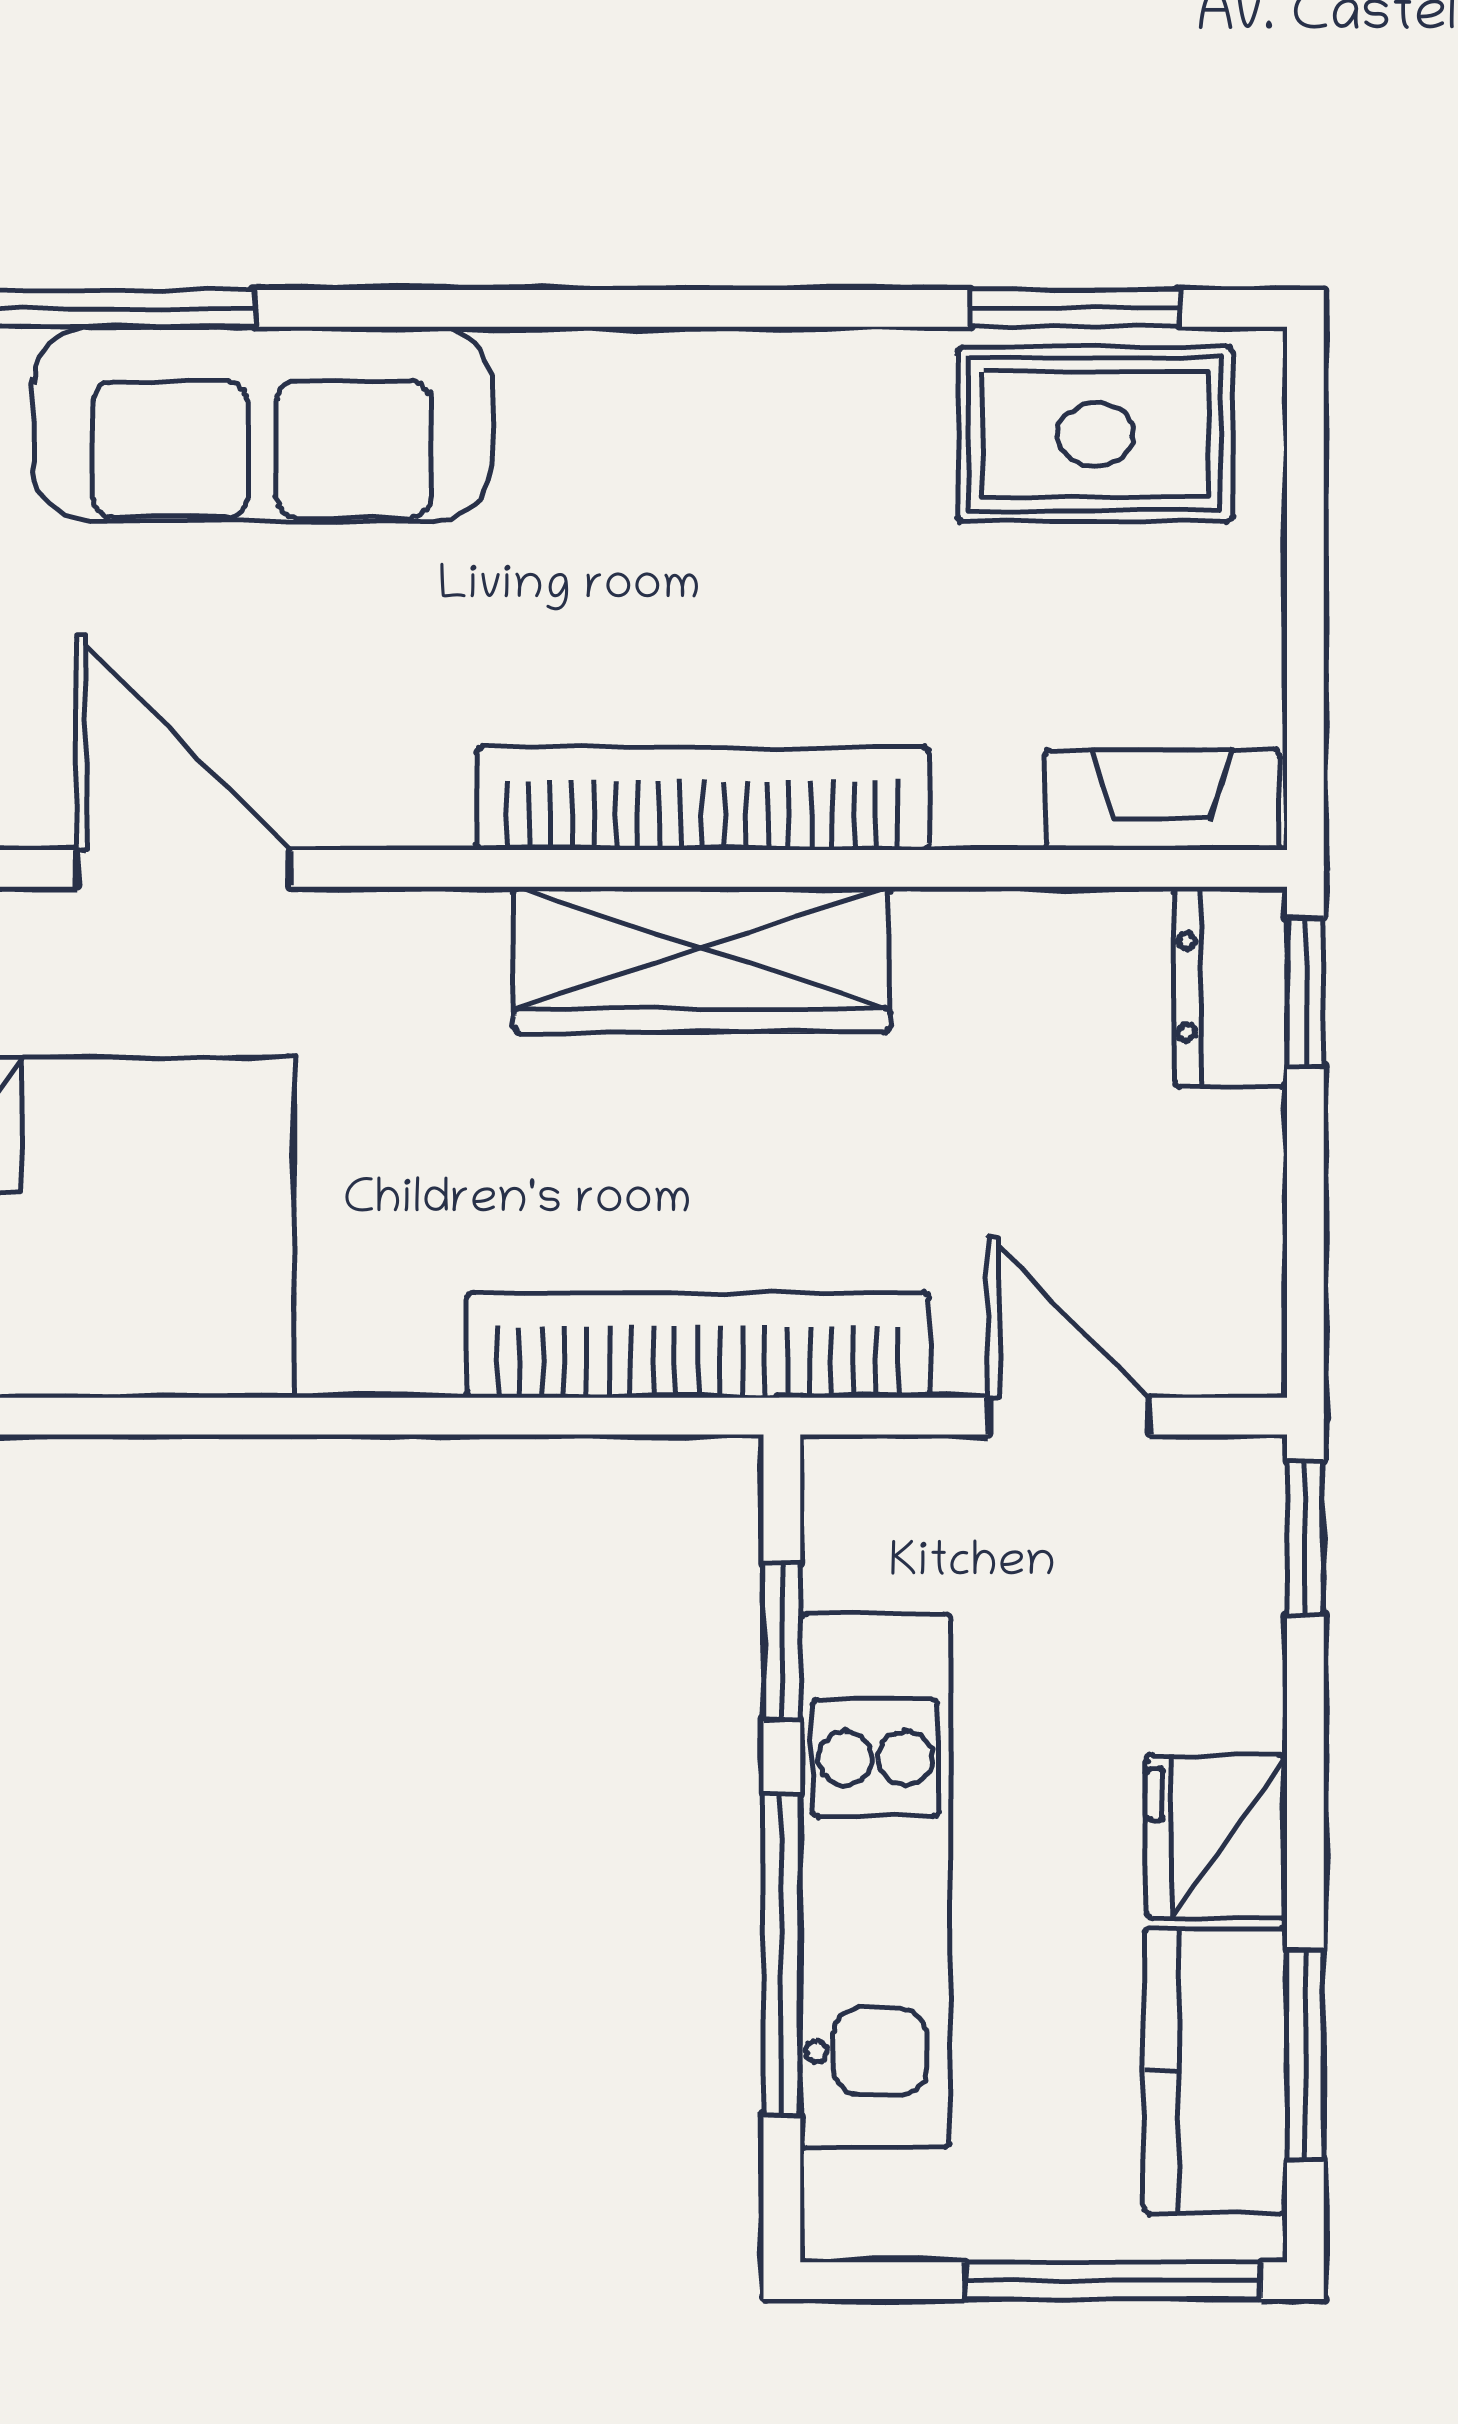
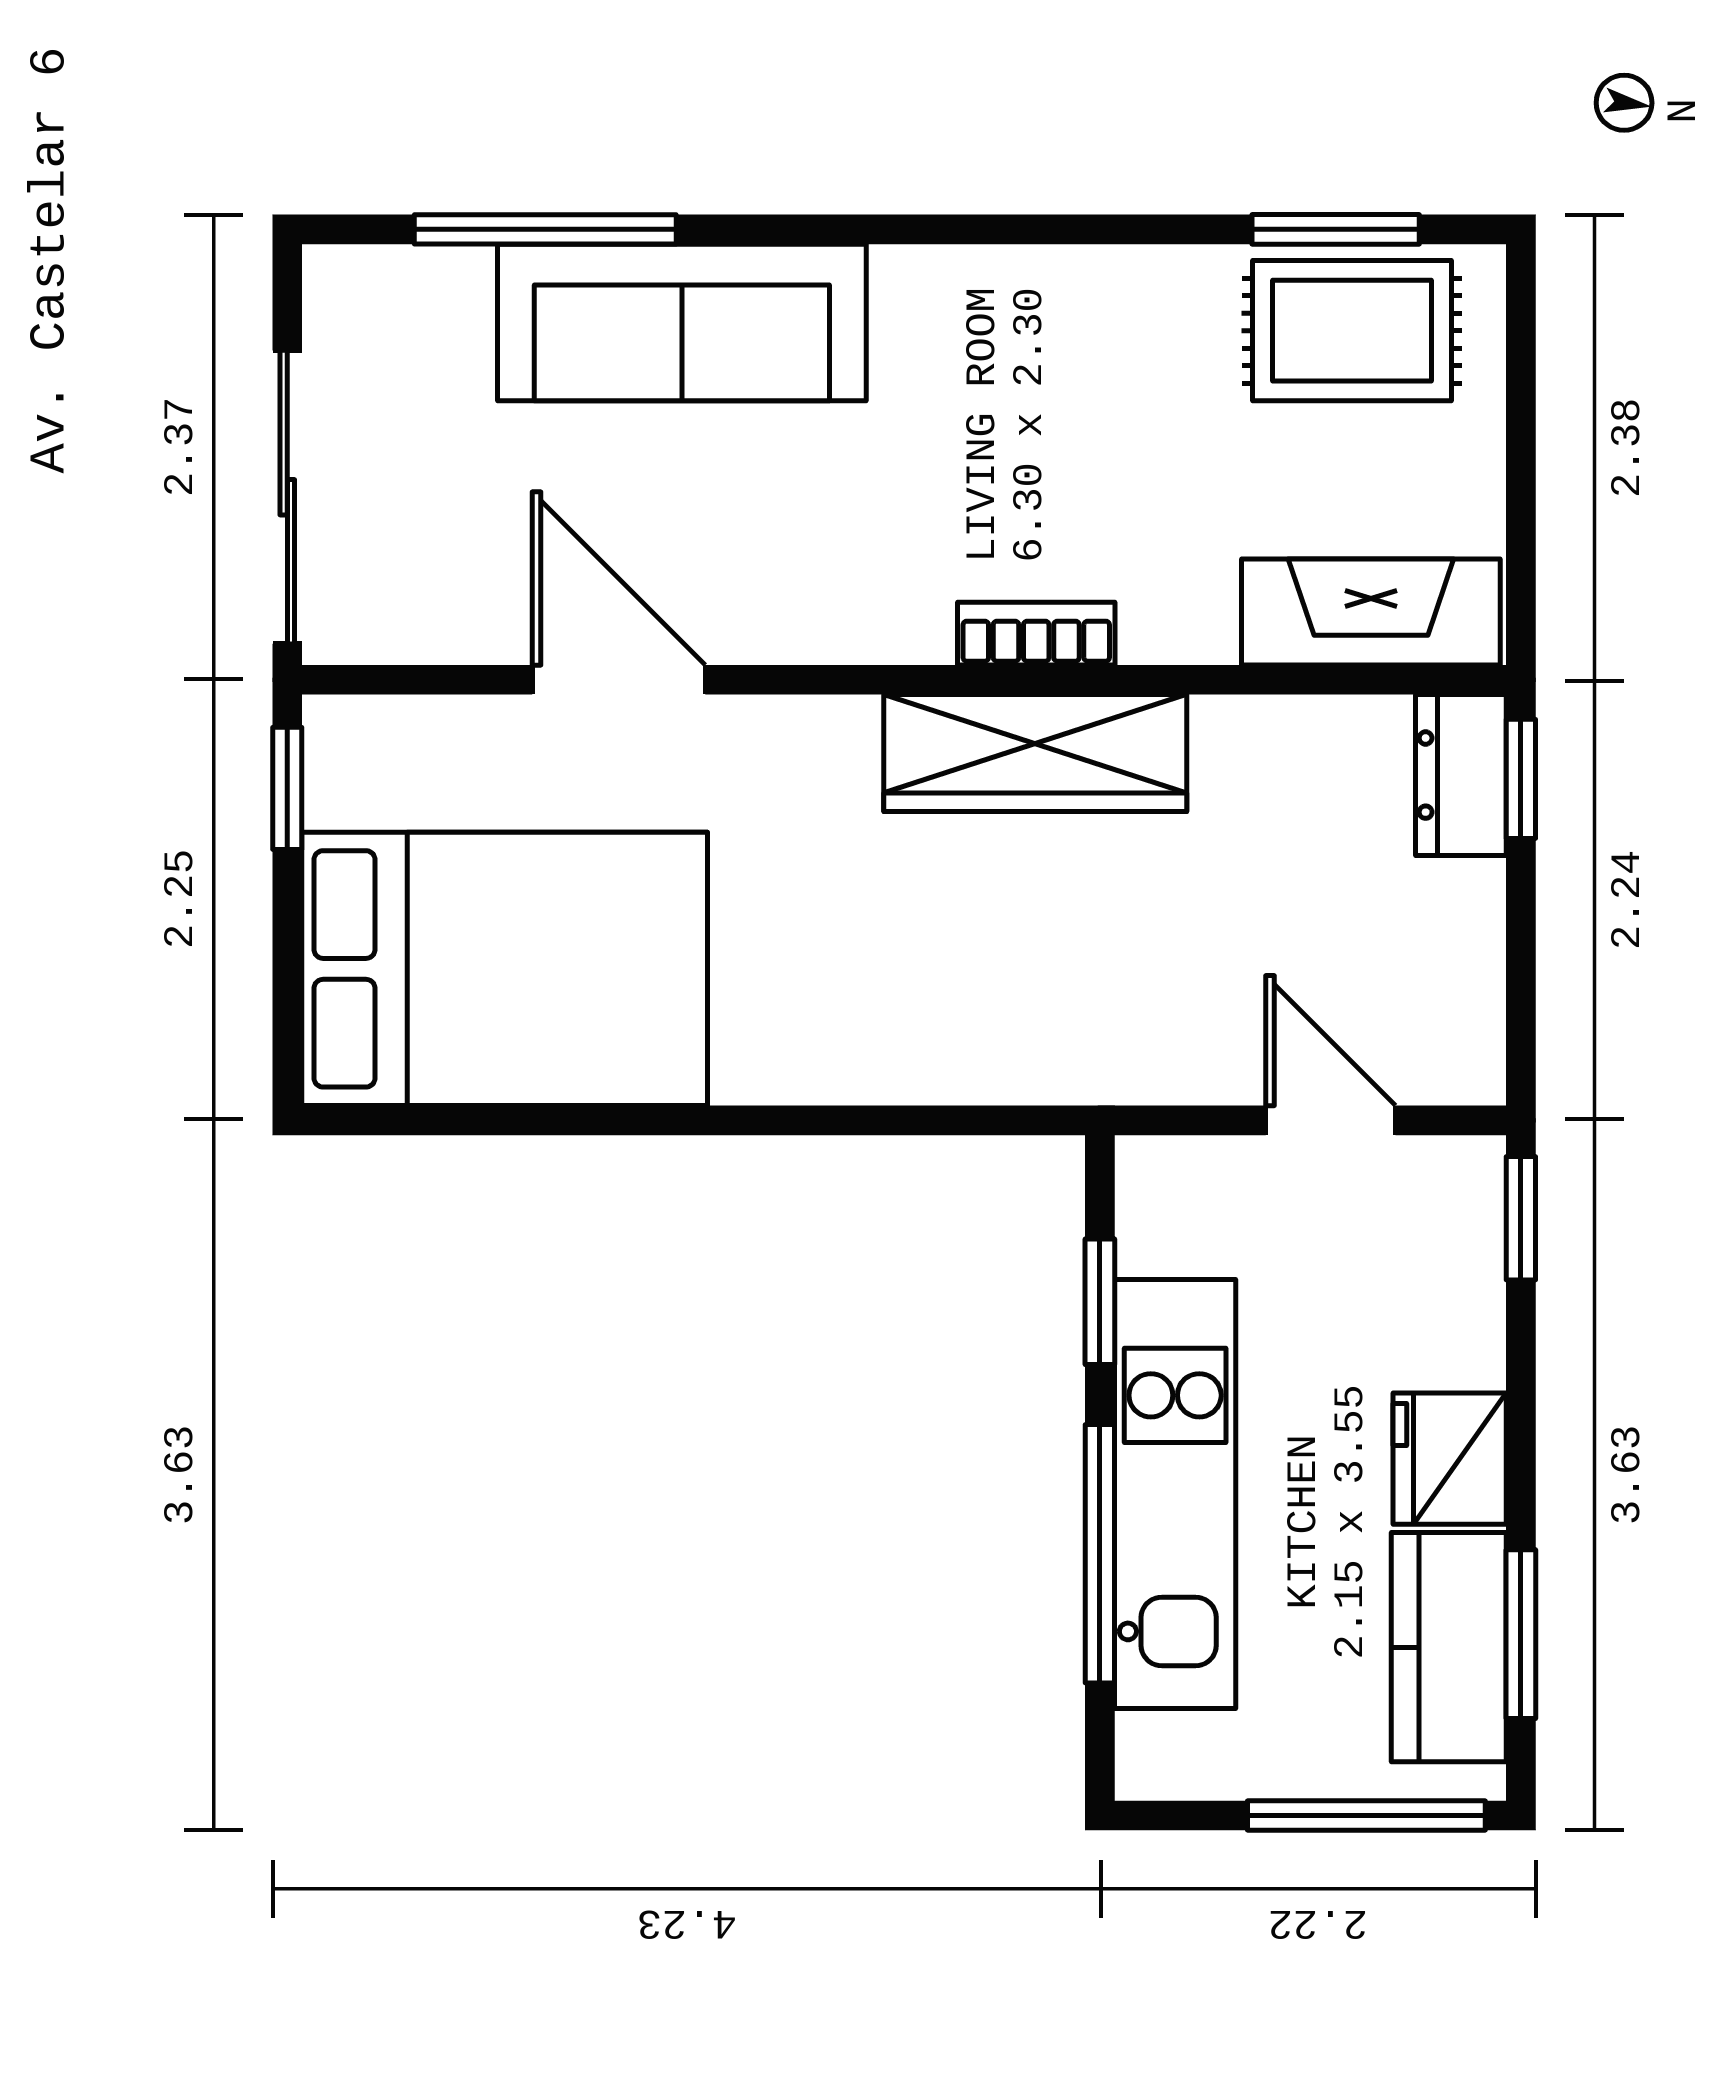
bookcase: (703, 799) -> (1036, 634), width x0.43, depth x0.76
fireplace: (1162, 800) -> (1371, 612), width x1.37, depth x1.32
bookcase: (698, 1345) -> (1033, 1063), removed

